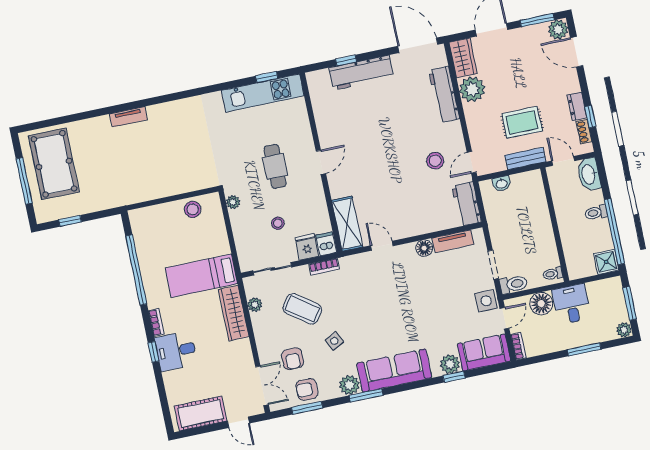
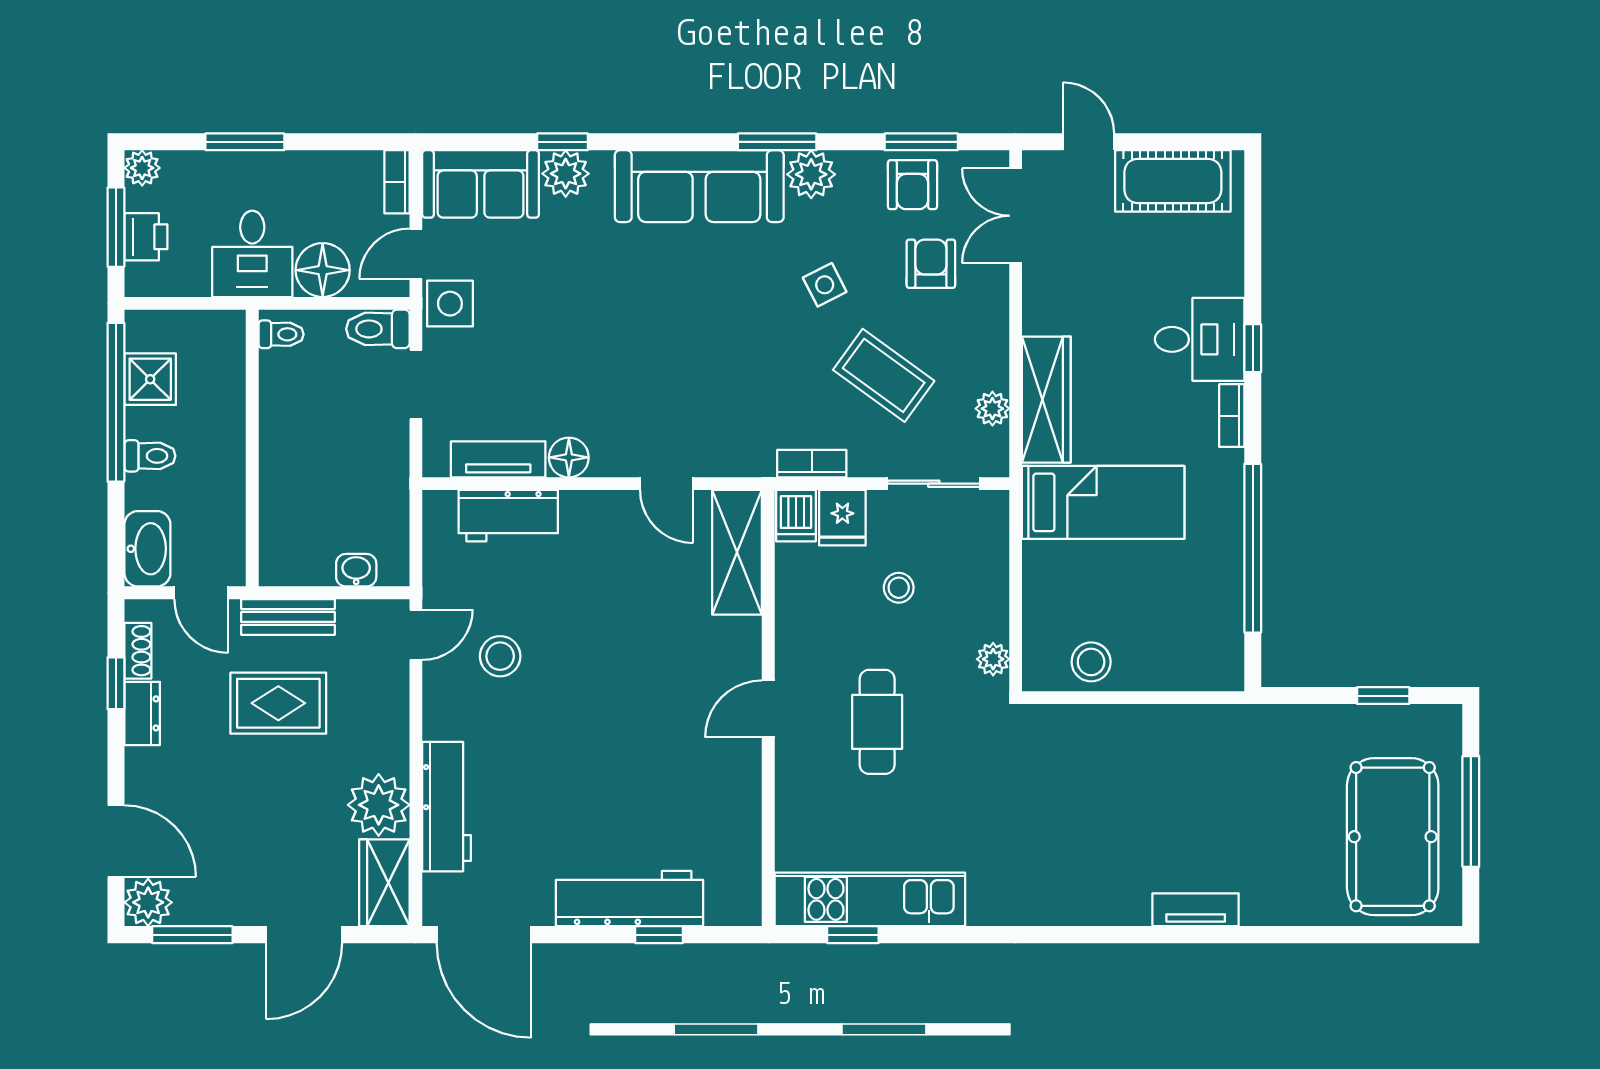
workbench: (467, 204) -> (508, 516), moved, turned 90
shower: (606, 262) -> (150, 379), moved
printer: (617, 302) -> (146, 237), added
armchair: (307, 389) -> (912, 185), turned 90

